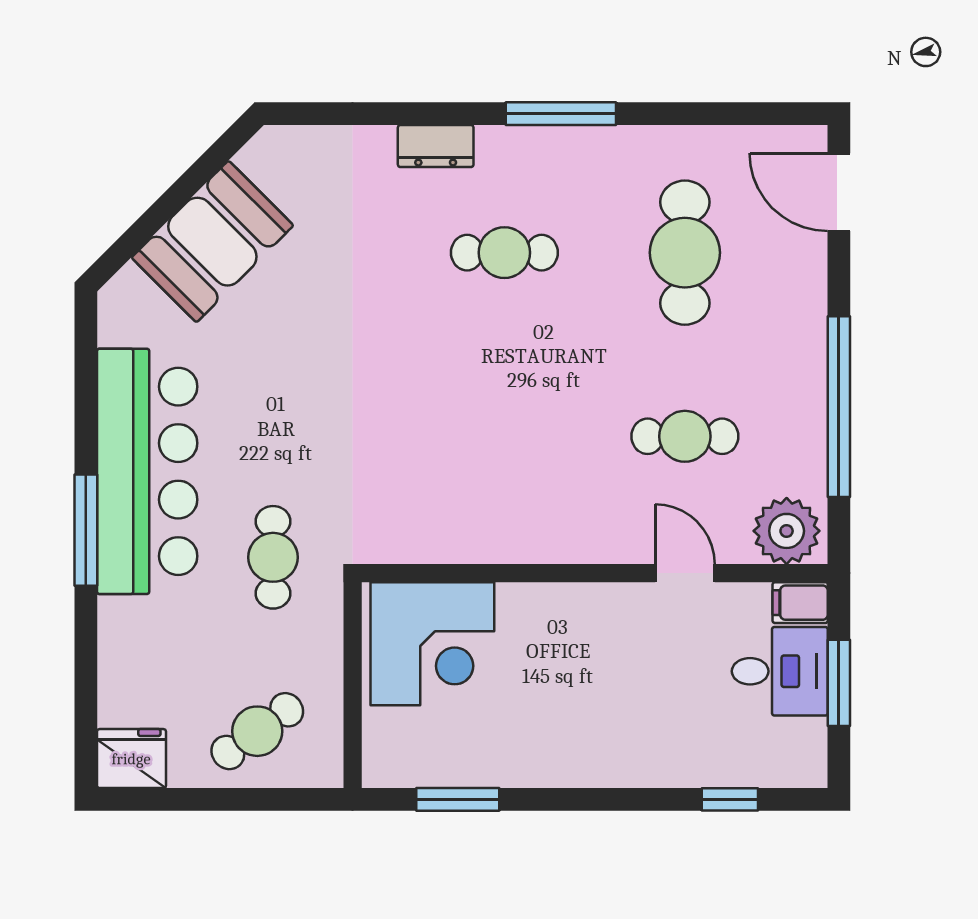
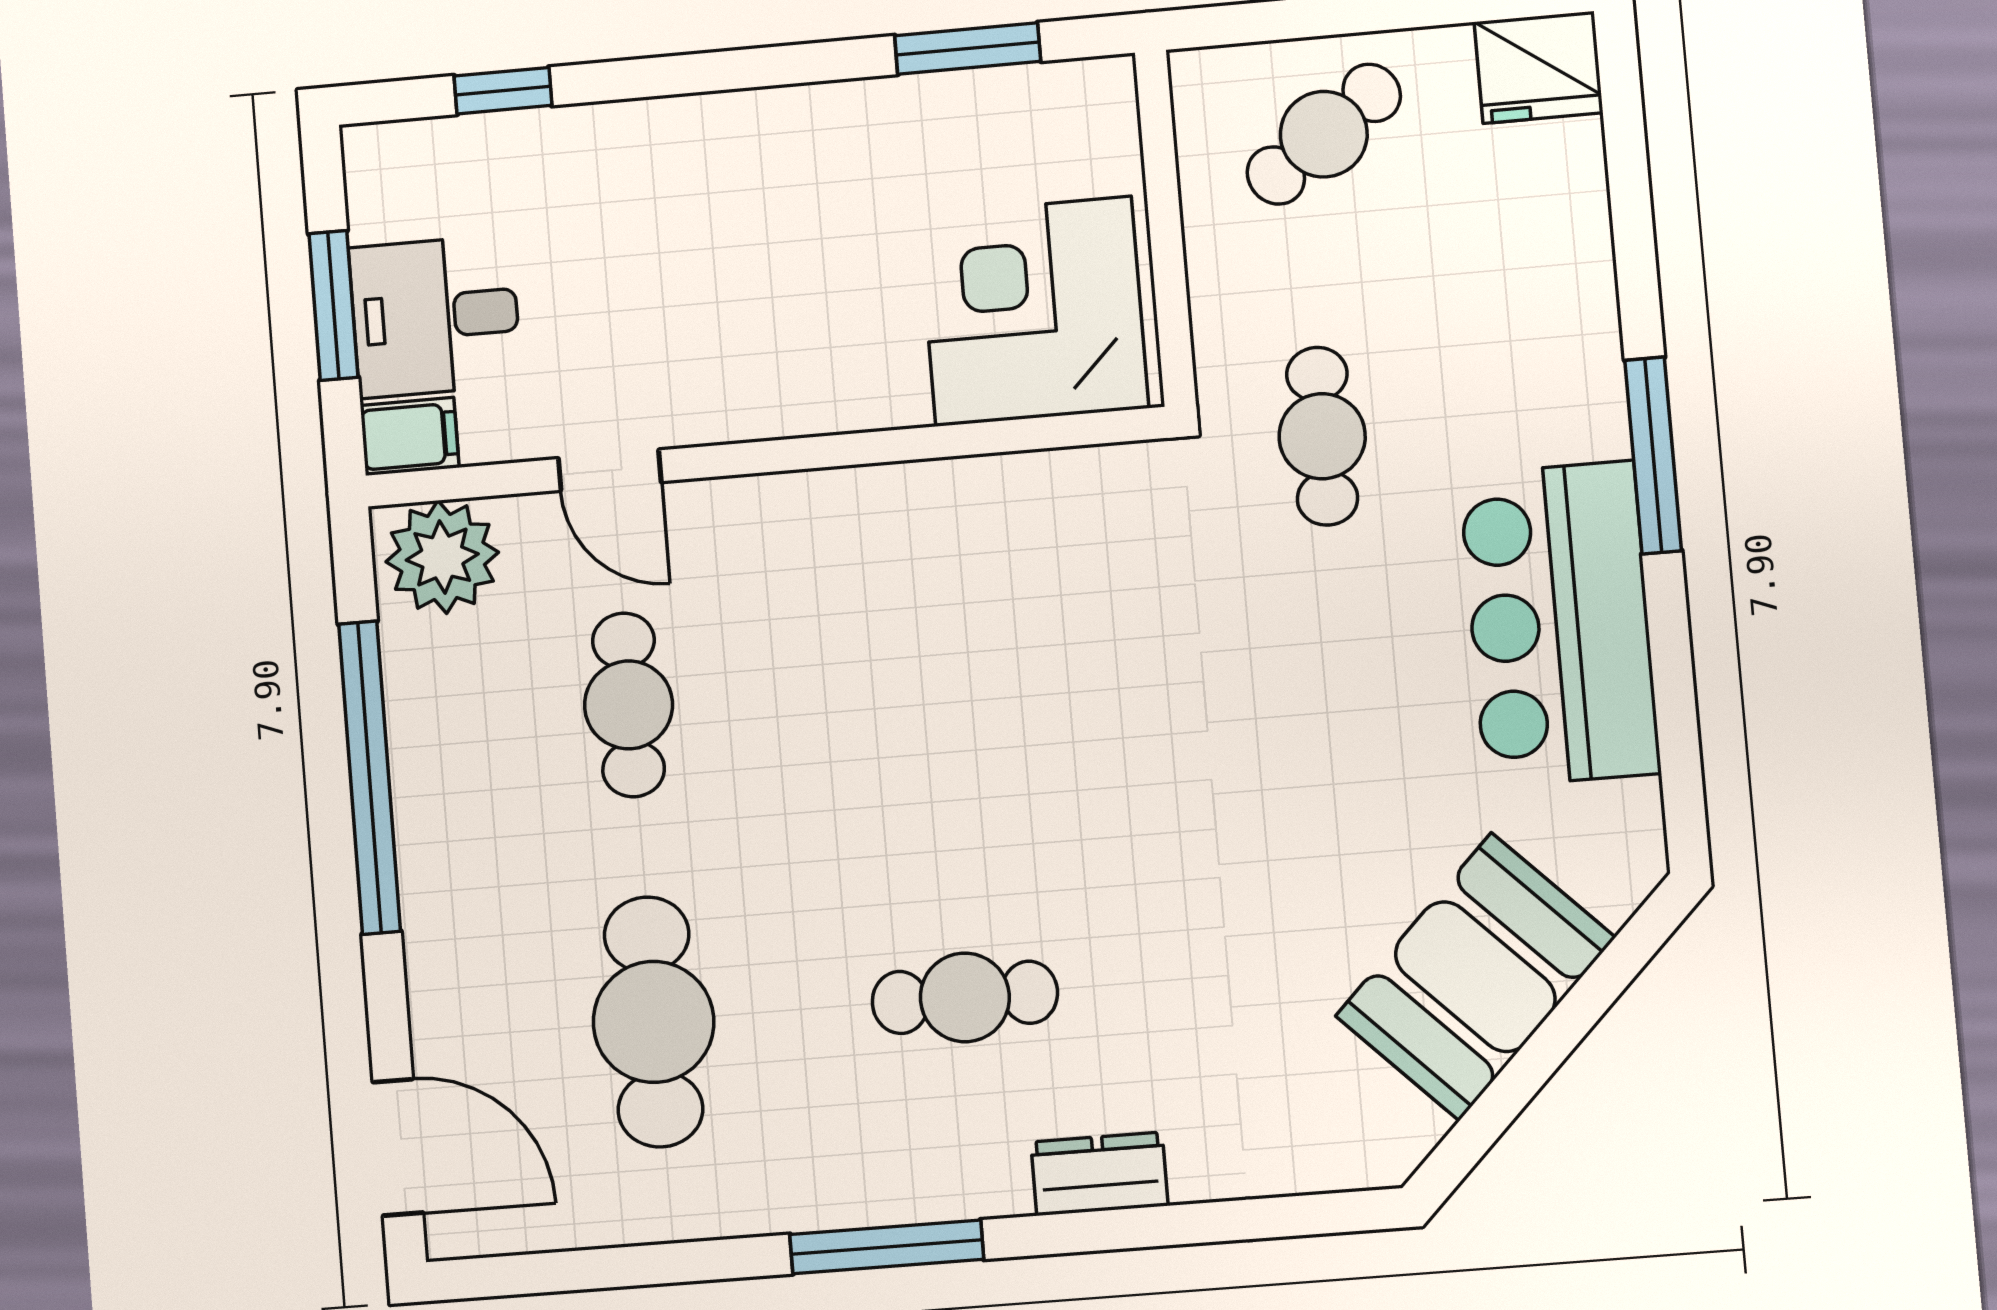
cafe table: (685, 436) -> (629, 705), turned 90
bar counter: (147, 471) -> (1560, 624), width x0.73

